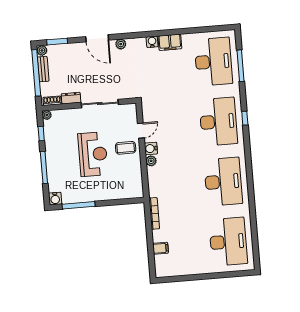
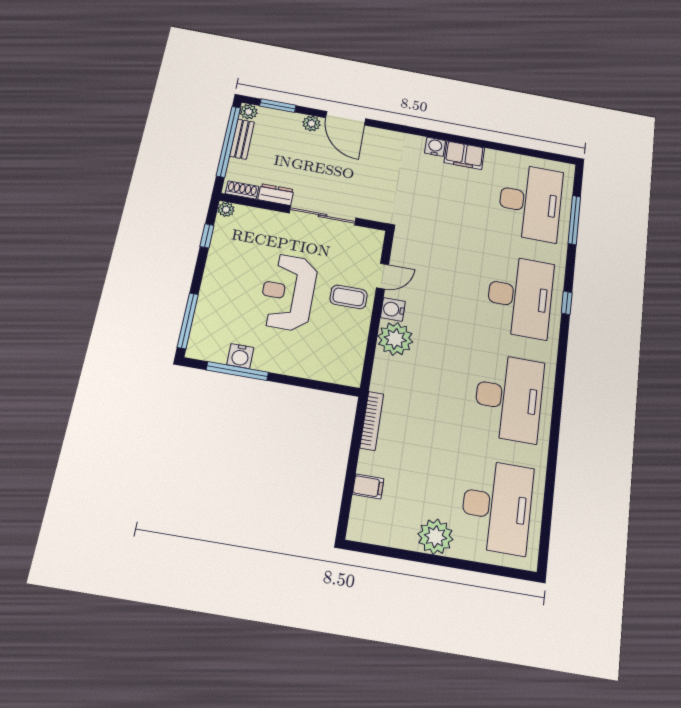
plant: (121, 44) -> (311, 123), moved
reception desk: (93, 154) -> (288, 292), turned 180
plant: (151, 161) -> (395, 339), width x1.87, depth x1.87
window: (44, 167) -> (188, 321), moved
water cooler: (55, 199) -> (240, 356), moved
plant: (200, 265) -> (435, 537), added

